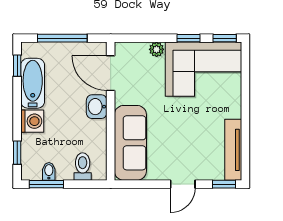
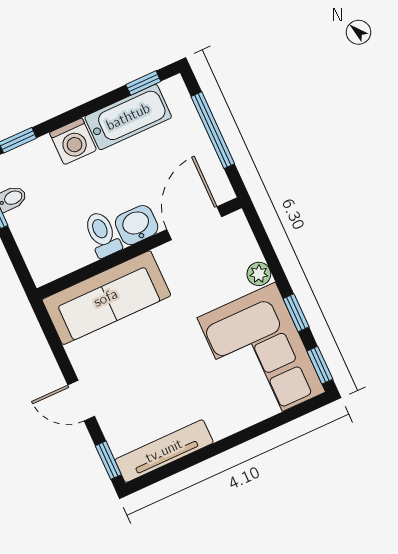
toilet: (83, 167) -> (102, 234), moved, turned -90

